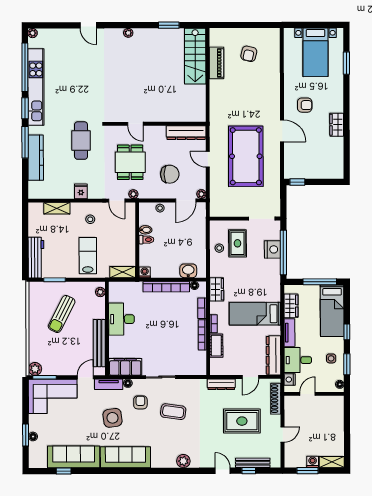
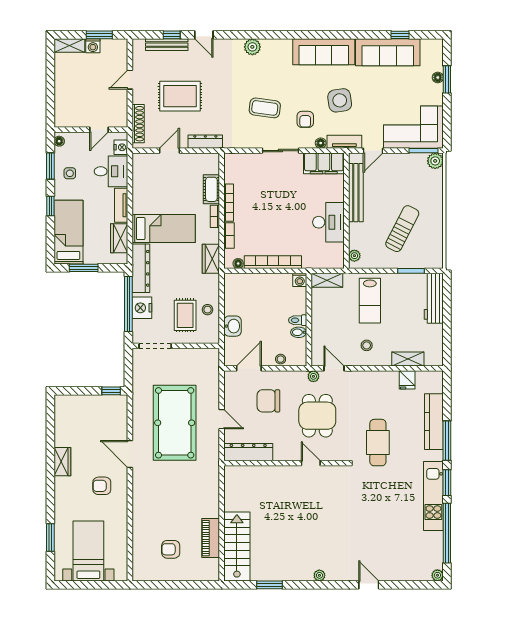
armchair: (249, 54) -> (171, 549), turned -103
kitchen unit: (36, 87) -> (433, 496), width x0.73
fridge: (81, 191) -> (407, 380), moved
plant: (201, 194) -> (229, 376), removed
washbasin: (188, 271) -> (233, 326), moved, turned -90
window: (320, 282) -> (84, 268), width x0.69
dresser: (273, 355) -> (141, 268), moved

